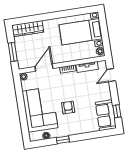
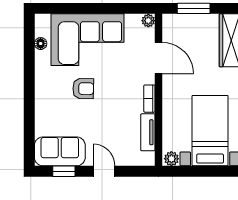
door: (111, 75) -> (104, 171), moved
window: (63, 140) -> (29, 71), removed

